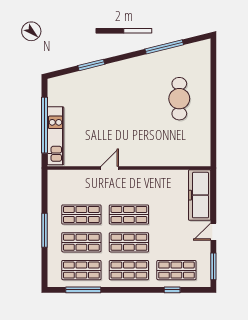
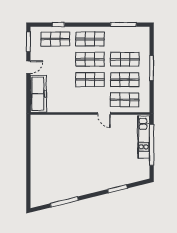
cafe table: (179, 99) -> (53, 164), removed
door: (110, 168) -> (104, 114), hinge flipped
shop shelf: (81, 270) -> (125, 100), moved

